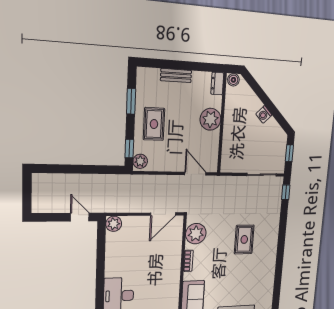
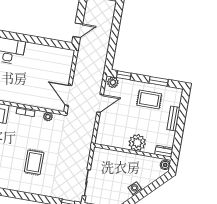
rug: (154, 124) -> (149, 100), moved
door: (195, 174) -> (100, 103), moved
plant: (114, 224) -> (68, 55), removed
plant: (196, 234) -> (48, 117), width x0.53, depth x0.53
rug: (244, 239) -> (34, 162), turned 90

